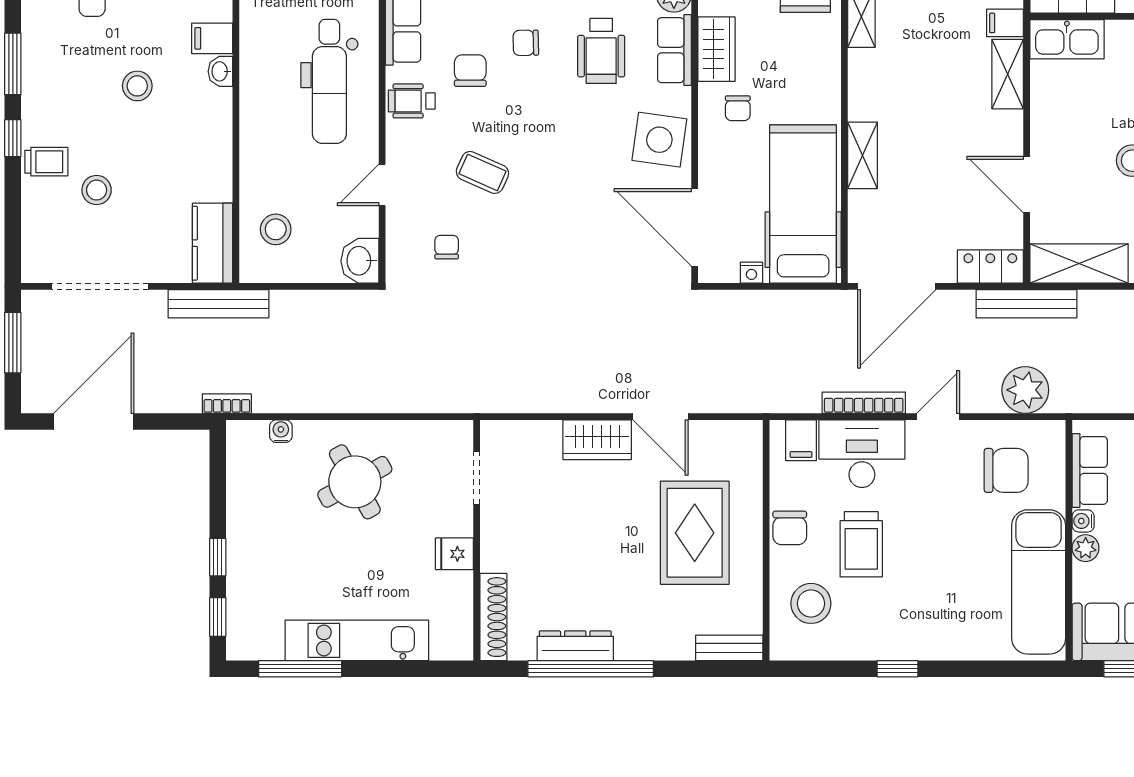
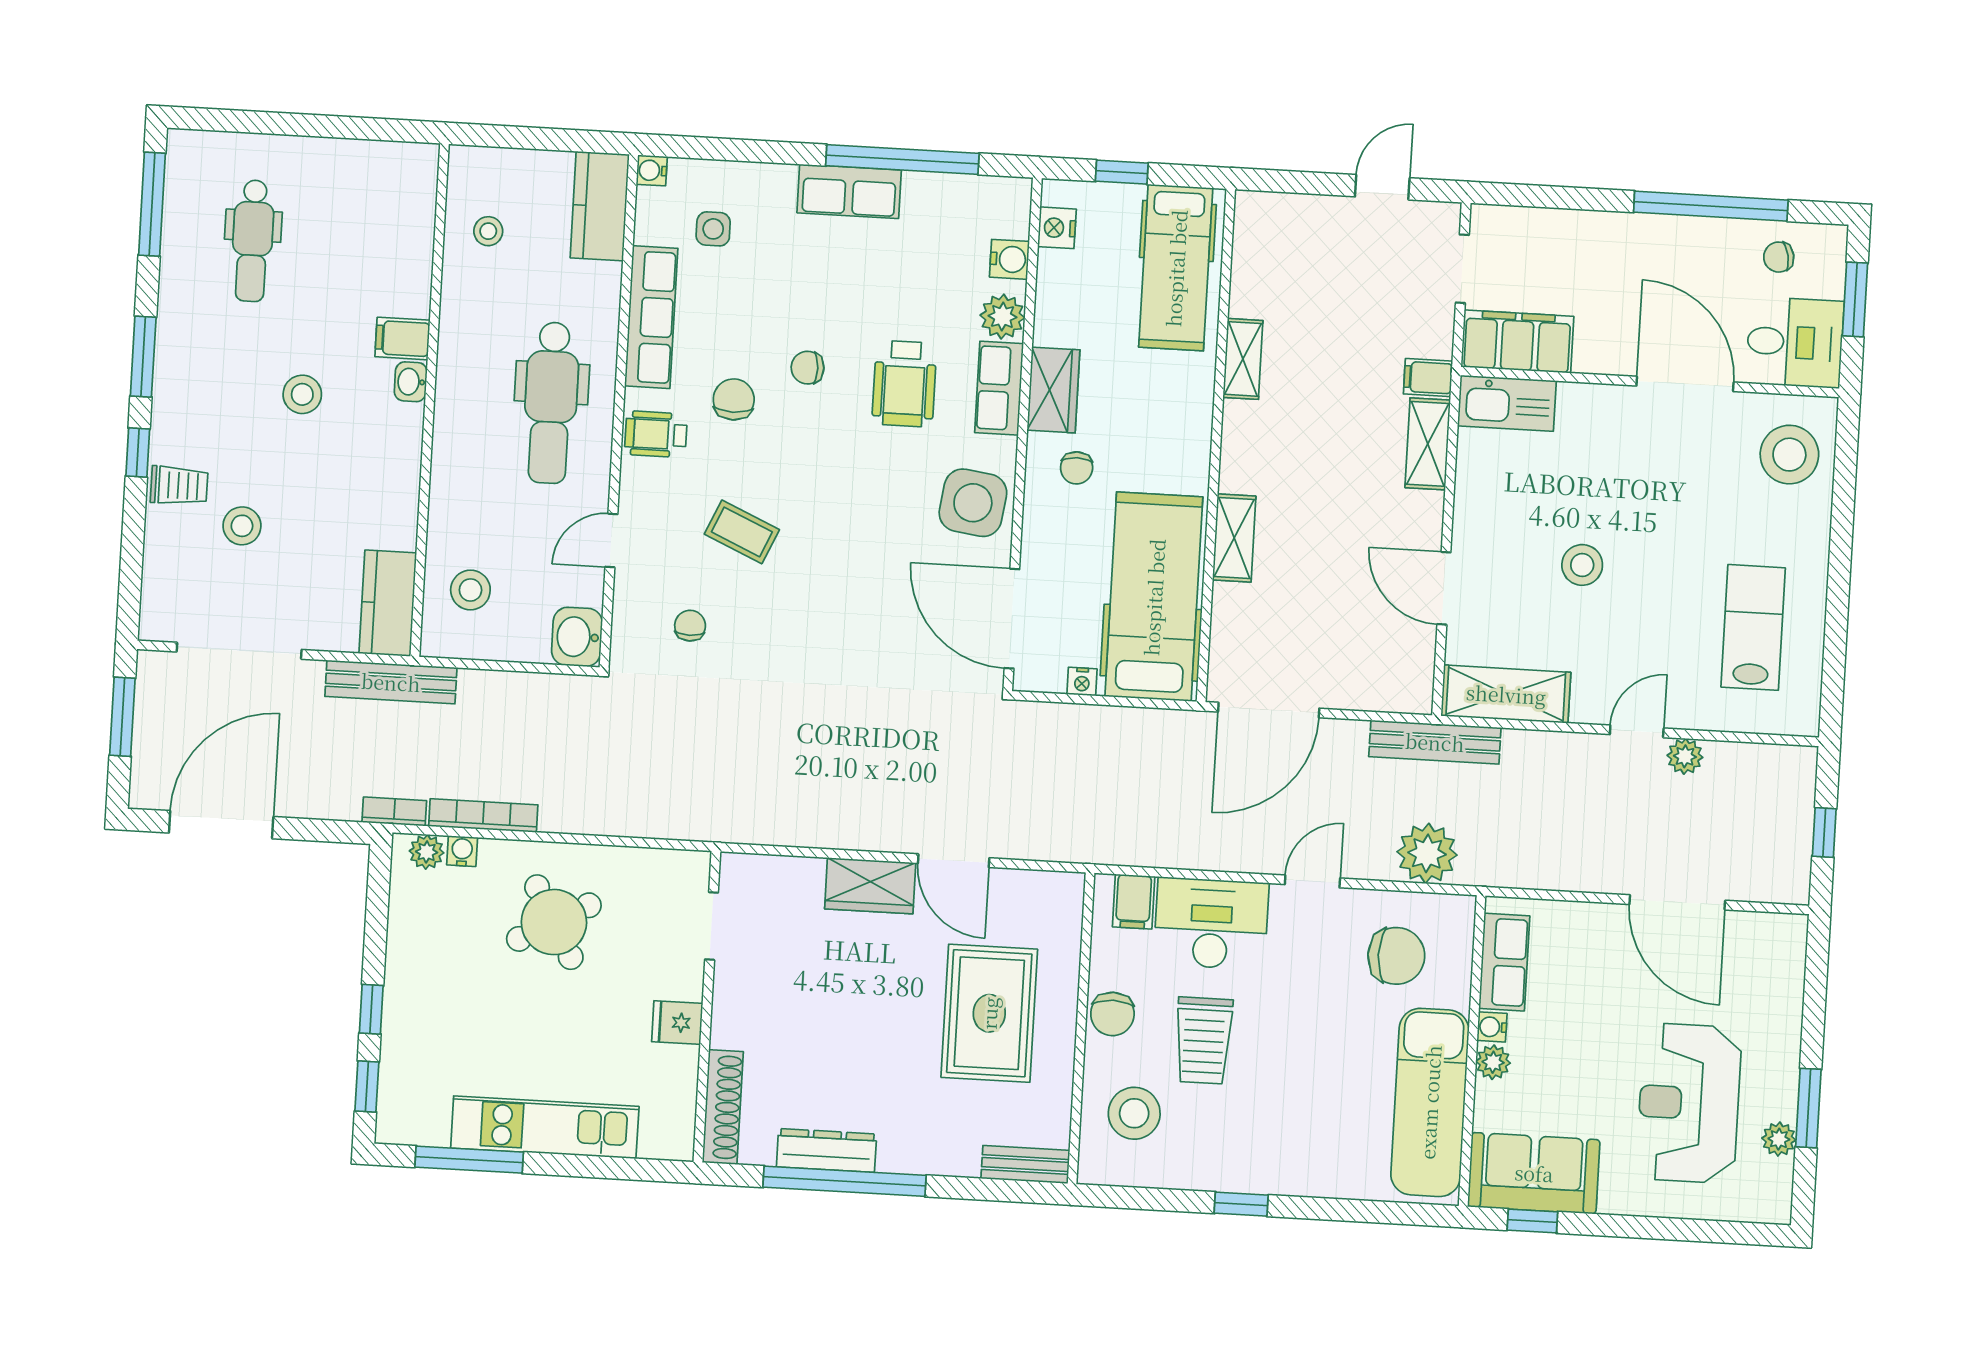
locker: (990, 267) -> (1391, 691), removed
bookcase: (864, 403) -> (483, 815), moved
plant: (253, 433) -> (427, 852), added

